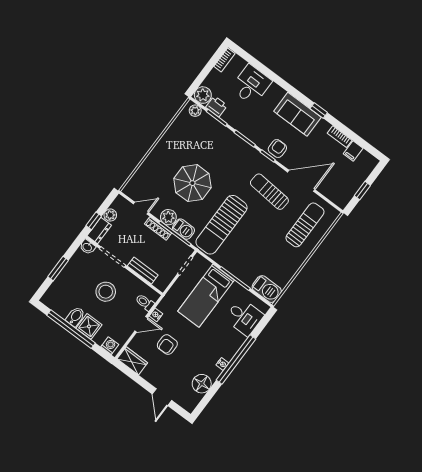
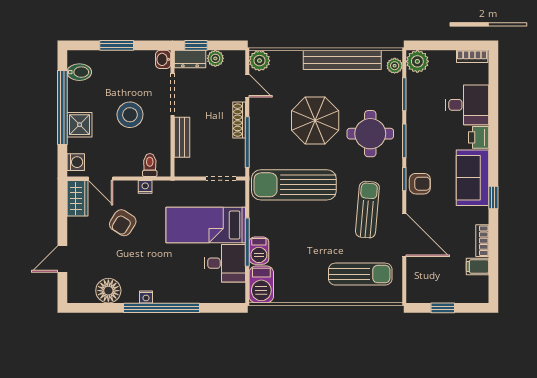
printer: (217, 106) -> (479, 137), moved, turned 180
bench: (168, 139) -> (342, 60), added
round table: (225, 156) -> (370, 134), added
plant: (168, 217) -> (259, 61), moved
barbecue: (184, 229) -> (259, 251), moved
bidet: (75, 317) -> (79, 72), moved
desk: (244, 317) -> (225, 263), moved, turned -90
door: (141, 324) -> (101, 179), moved
armchair: (167, 345) -> (123, 223), turned -58

